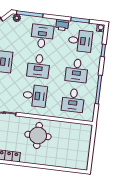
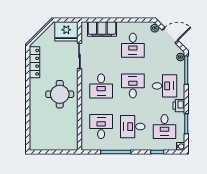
desk: (39, 66) -> (133, 86), turned 90
desk: (73, 100) -> (101, 127), turned 90

